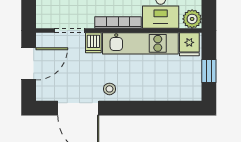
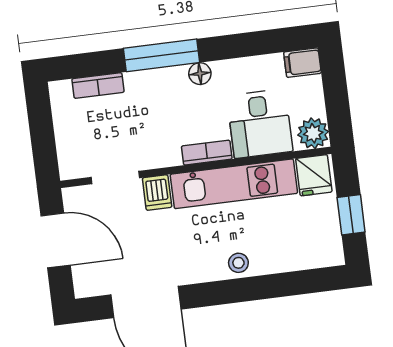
bookcase: (118, 22) -> (207, 153), width x0.64
door: (29, 64) -> (56, 240), hinge flipped
stool: (109, 89) -> (238, 263), moved

